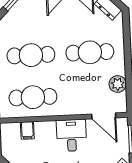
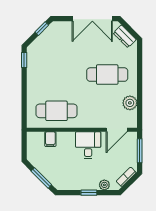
cafe table: (31, 55) -> (57, 75), removed
door: (104, 116) -> (117, 130), hinge flipped

